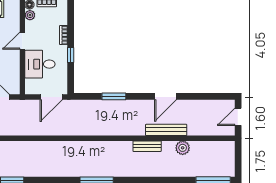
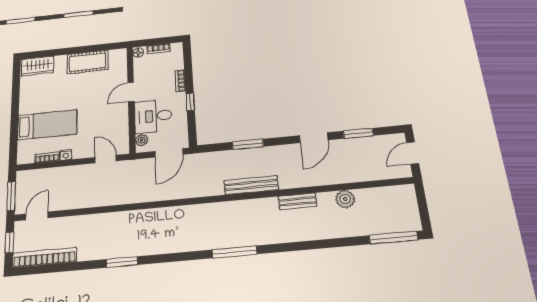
plant: (30, 15) -> (142, 140), moved
window: (200, 96) -> (358, 133), added
bench: (166, 130) -> (251, 185), moved

